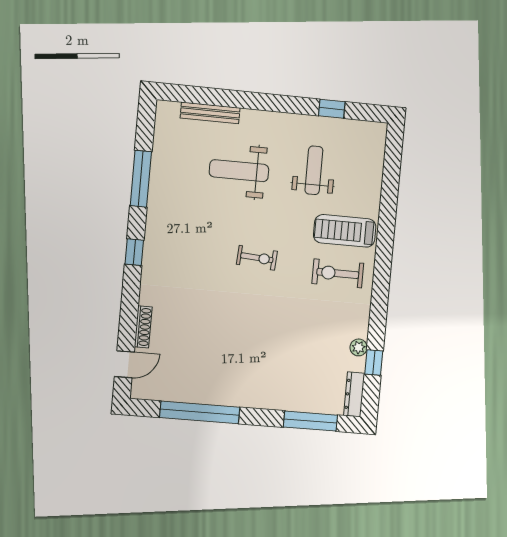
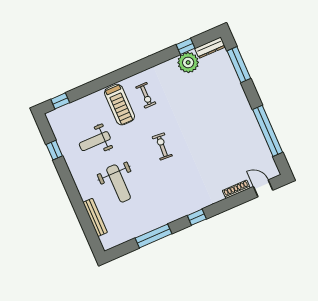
window: (393, 154) -> (60, 101), added
exercise bike: (338, 273) -> (146, 95), width x0.73, depth x0.72
plant: (359, 347) -> (188, 62), width x1.88, depth x1.88

